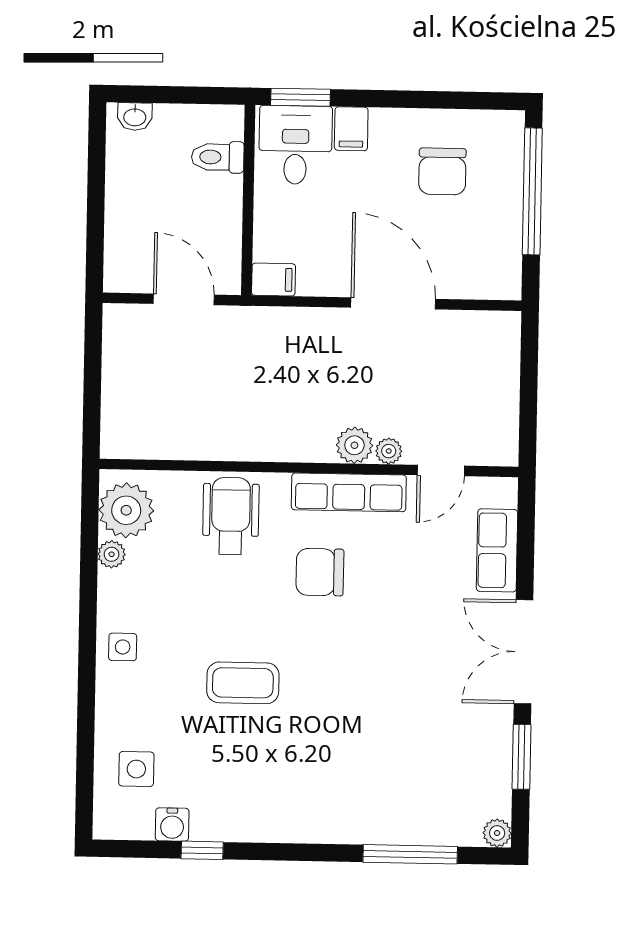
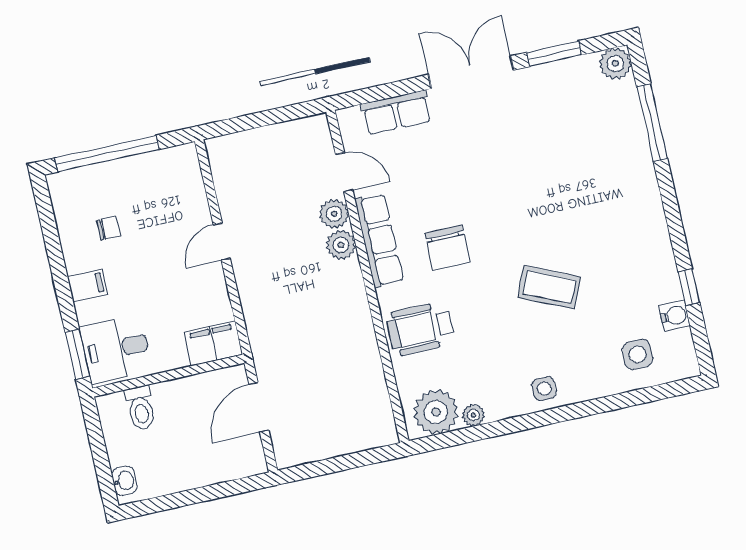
filing cabinet: (351, 129) -> (87, 285), moved
chair: (442, 171) -> (109, 228), width x0.54, depth x0.54
filing cabinet: (274, 280) -> (213, 343), width x2.00
door: (393, 303) -> (222, 242), width x0.53
plant: (389, 451) -> (334, 214), width x1.38, depth x1.38
double door: (523, 652) -> (471, 72), swing flipped
coffee table: (243, 683) -> (549, 287), turned -66
plant: (497, 833) -> (615, 63), width x1.38, depth x1.38

